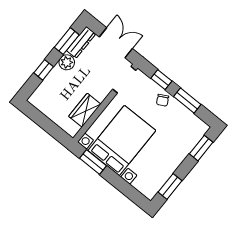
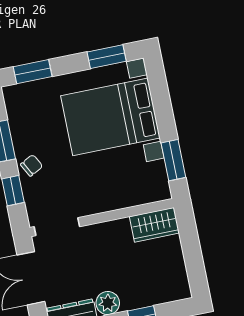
wardrobe: (85, 110) -> (154, 225), moved
bed with nightstands: (122, 140) -> (110, 117), moved

